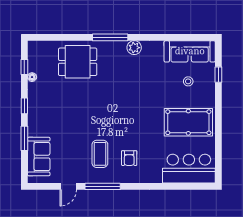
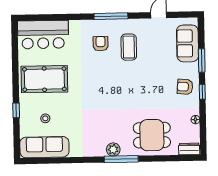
dresser: (39, 47) -> (189, 149), added
plant: (134, 48) -> (113, 149), moved
window: (24, 67) -> (203, 129), removed
window: (218, 75) -> (16, 110), moved
armchair: (42, 111) -> (185, 87), added
window: (103, 186) -> (111, 16), moved

